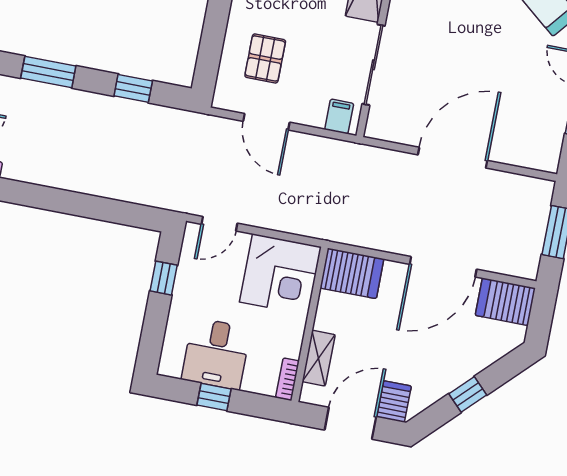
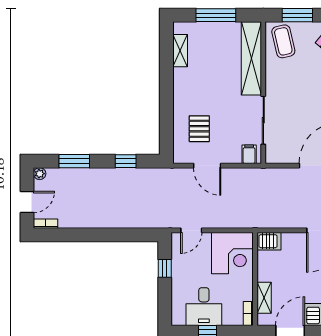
server rack: (352, 273) -> (269, 241), width x0.73, depth x0.70

